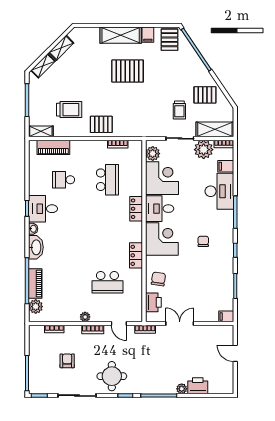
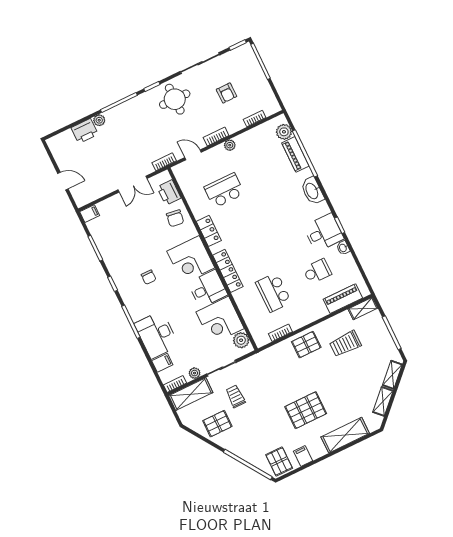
shelving: (121, 35) -> (345, 435), moved
plant: (204, 150) -> (195, 373), width x0.53, depth x0.53
locker: (136, 209) -> (228, 271), width x1.53
washbasin: (33, 229) -> (343, 248), moved

